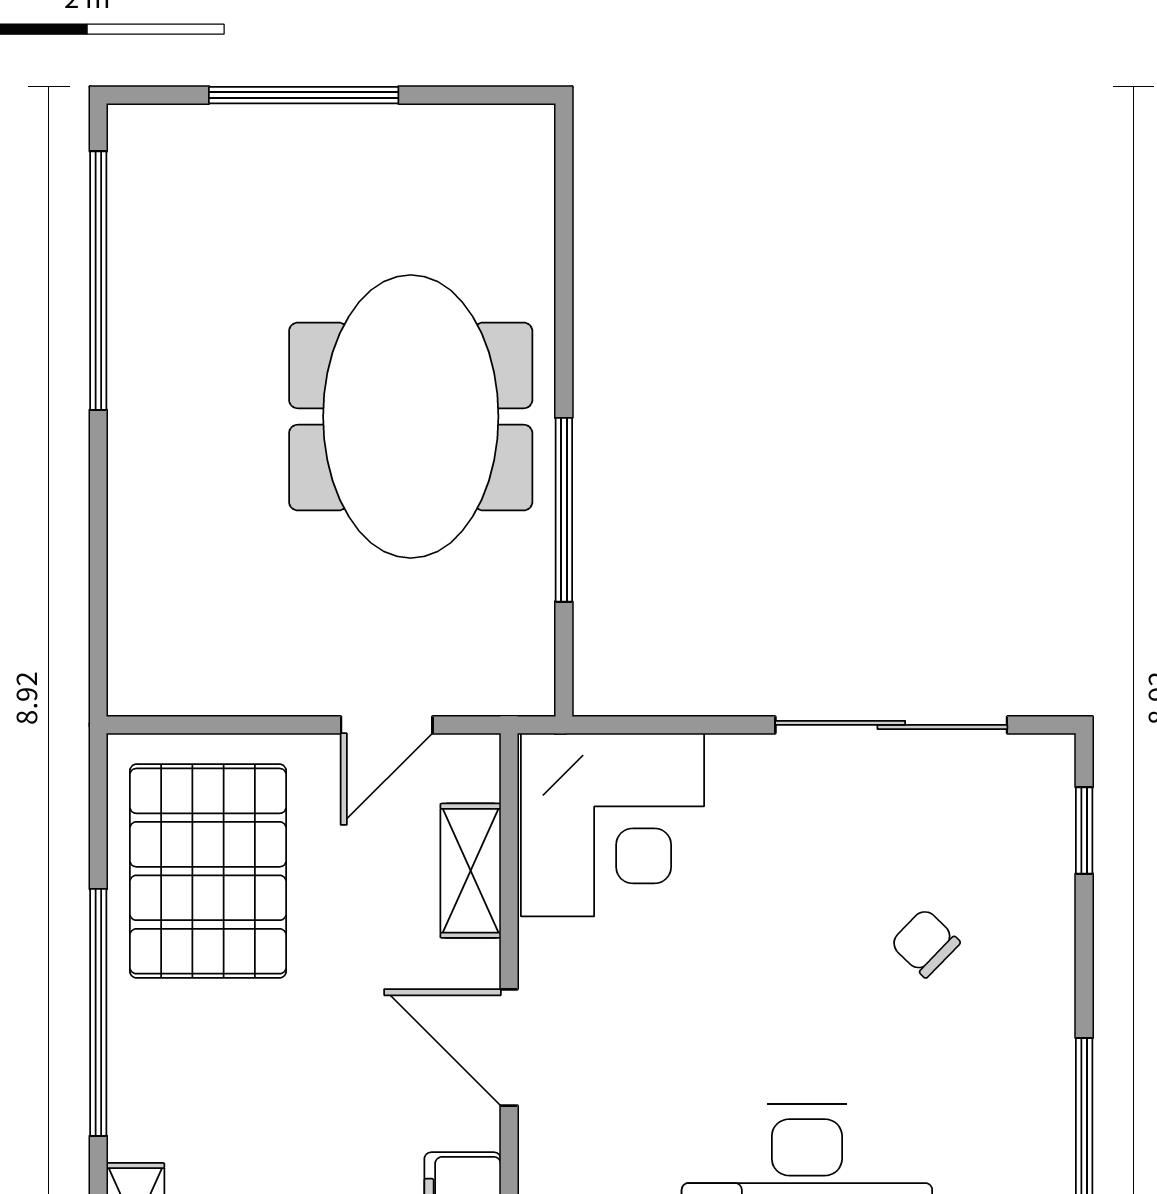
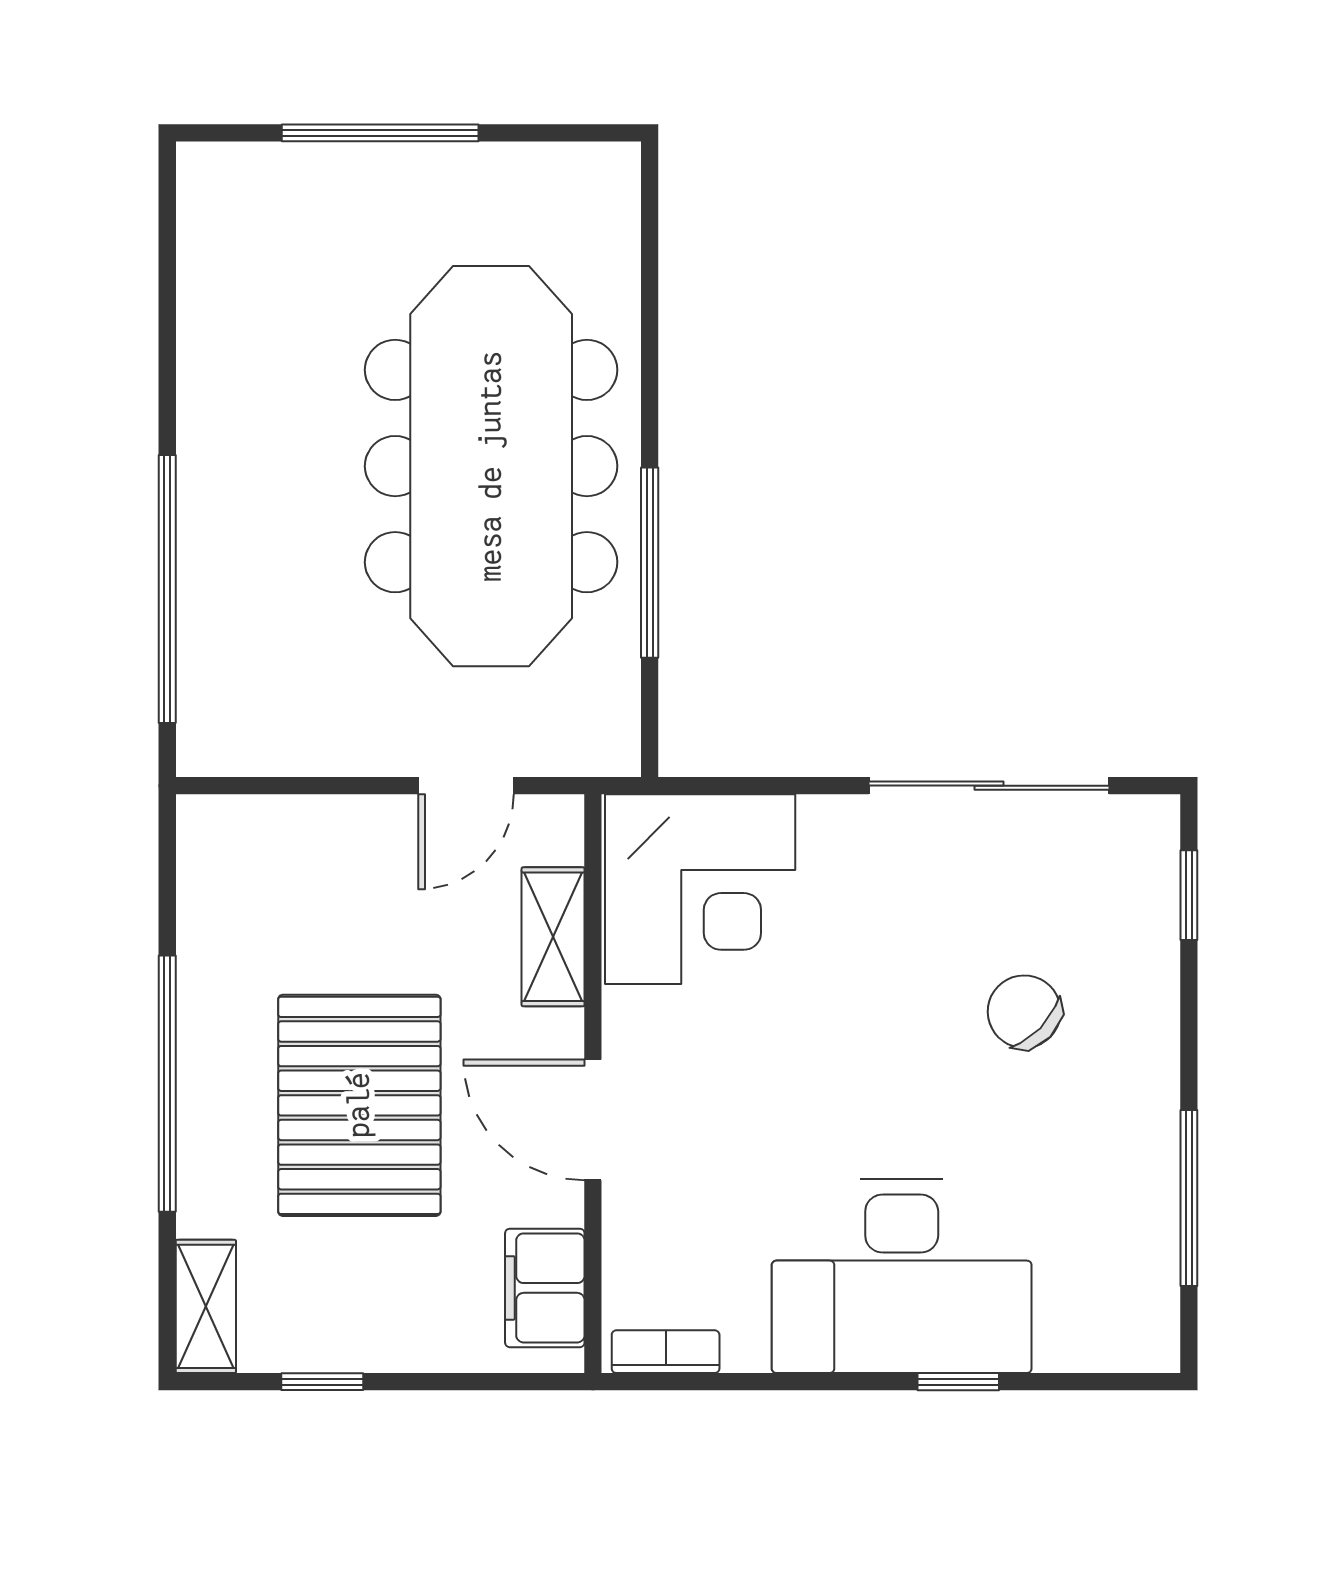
window: (98, 281) -> (167, 589), moved
meeting table: (411, 417) -> (491, 466), width x1.36
pallet: (208, 871) -> (359, 1105), moved
chair: (925, 943) -> (1024, 1012), width x1.37, depth x1.37

